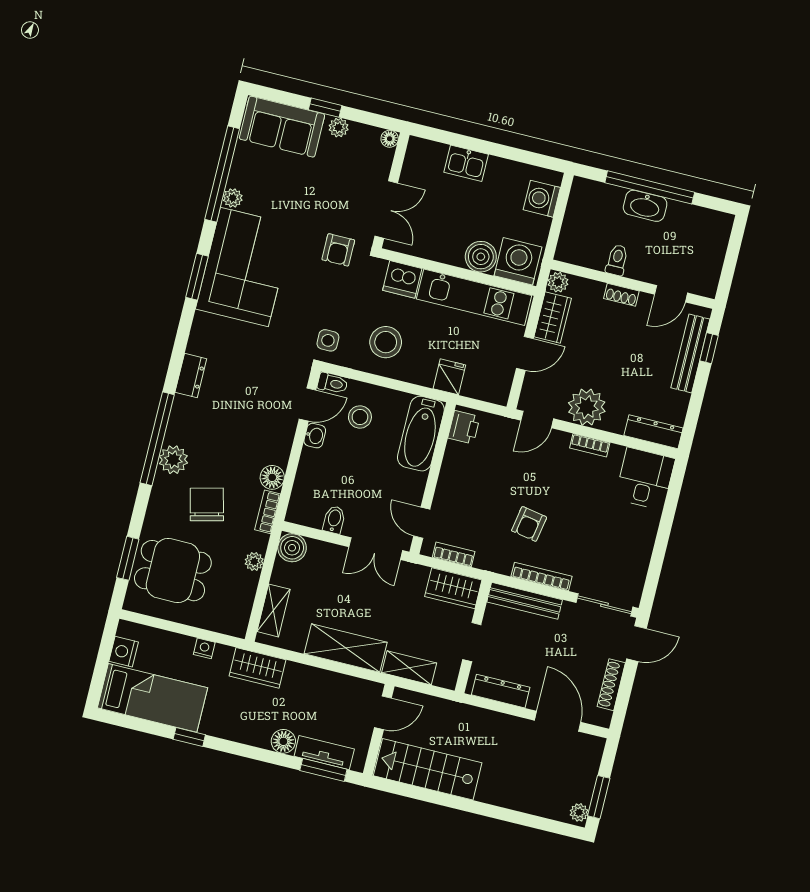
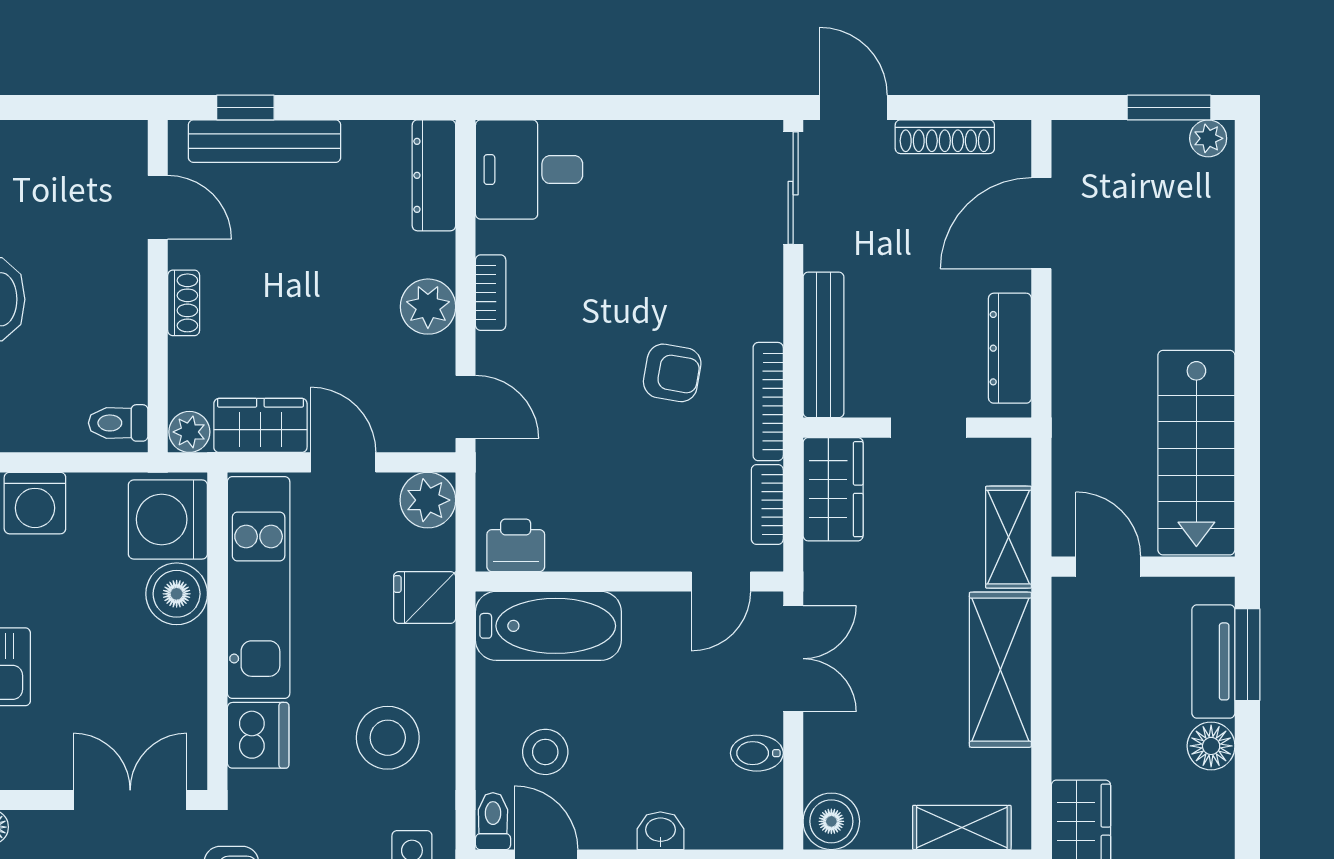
toilet: (617, 260) -> (118, 423), moved
plant: (496, 390) -> (428, 500), added
plant: (587, 407) -> (428, 307), width x0.73, depth x0.73
washbasin: (315, 436) -> (660, 831), moved
bookcase: (541, 576) -> (768, 402), moved

